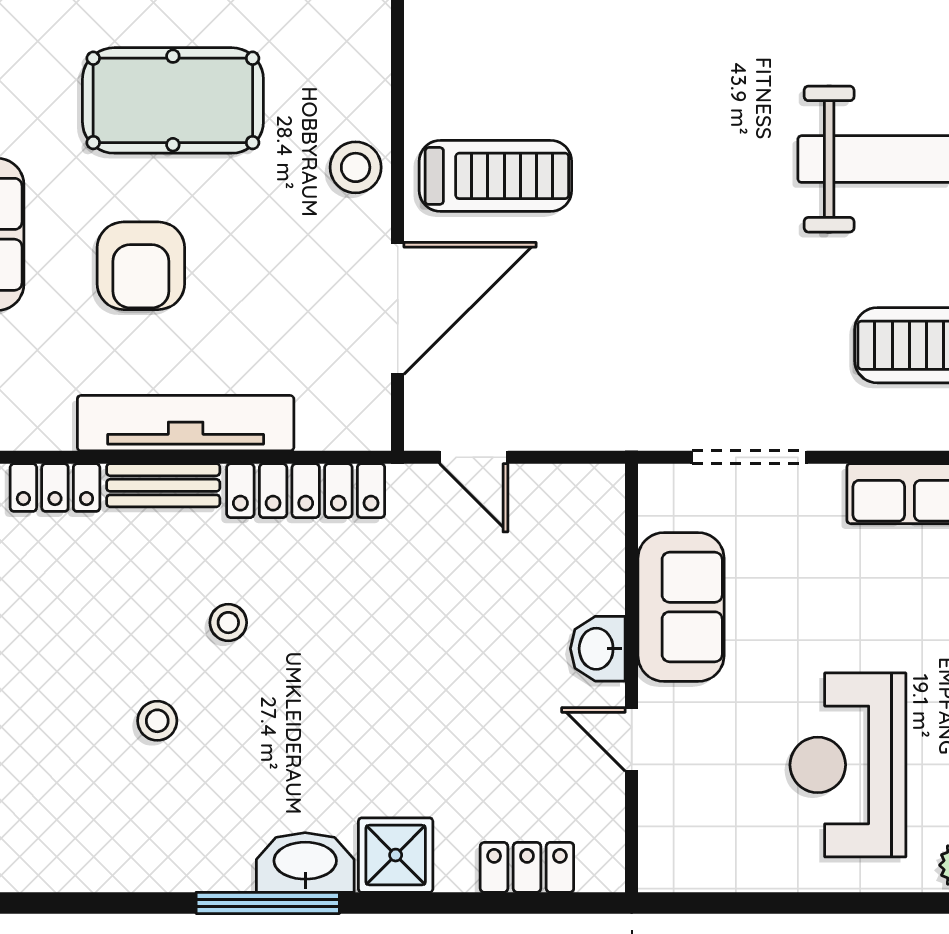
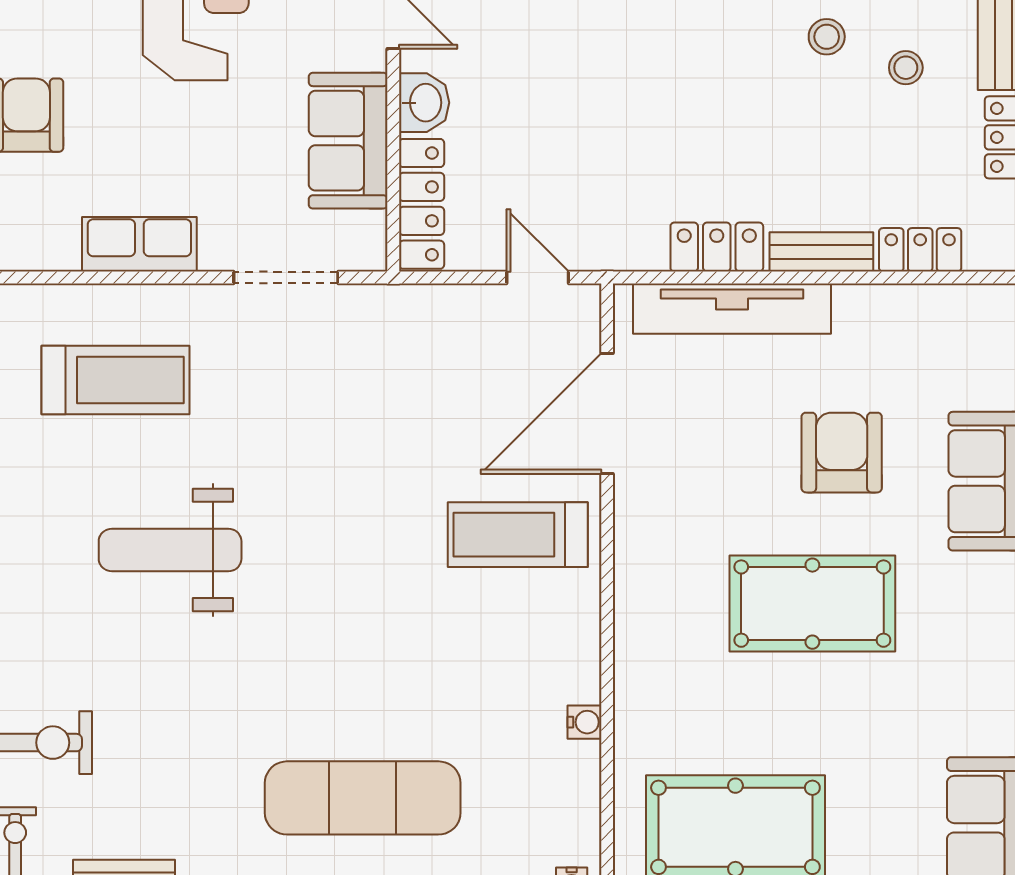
stool: (356, 167) -> (645, 542), removed
tv unit: (186, 423) -> (732, 309), moved
locker: (306, 491) -> (717, 247), width x0.66
locker: (601, 538) -> (422, 204), added
stool: (228, 623) -> (906, 68), moved

